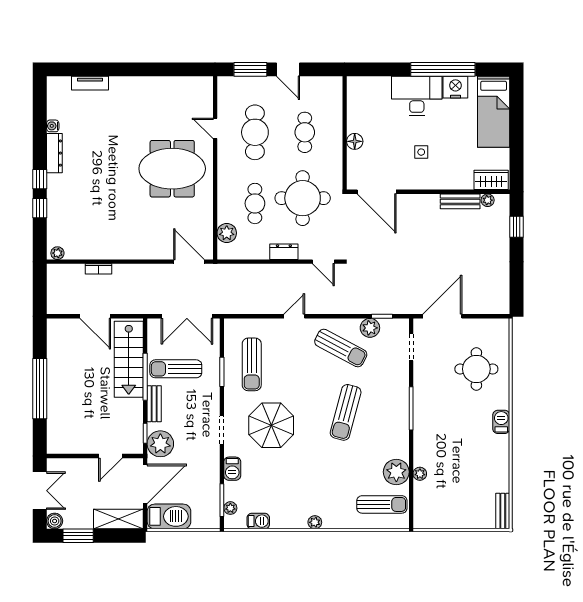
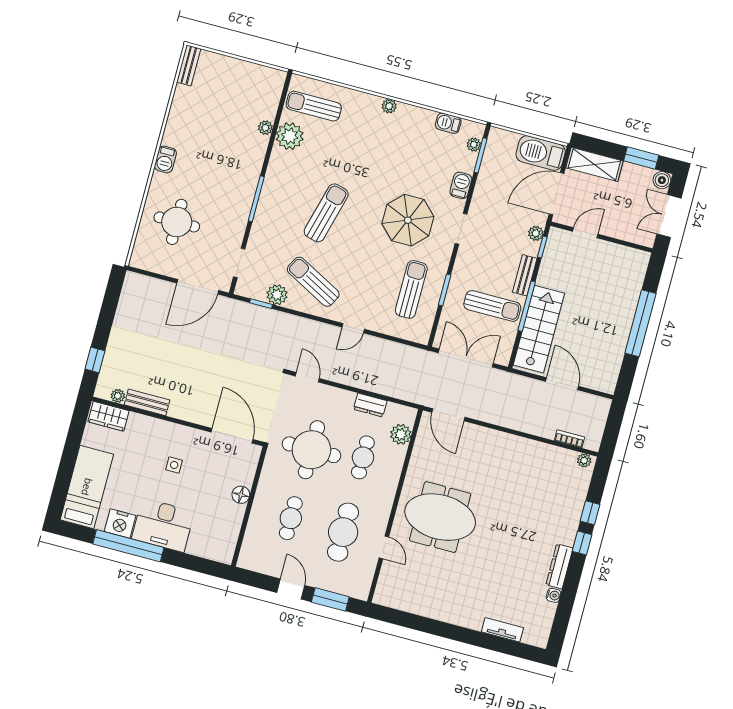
dresser: (284, 252) -> (370, 405), moved
bookcase: (99, 269) -> (570, 439), moved
plant: (160, 444) -> (536, 233), width x0.53, depth x0.53

